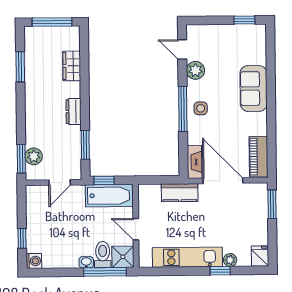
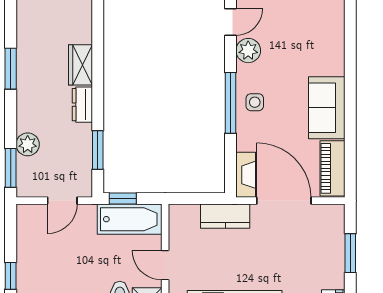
door: (182, 49) -> (231, 22), swing flipped
wardrobe: (72, 66) -> (81, 65), moved
window: (20, 67) -> (11, 69), moved
sofa: (254, 89) -> (327, 108), moved
plant: (34, 156) -> (28, 144), moved
window: (272, 204) -> (350, 253), moved

